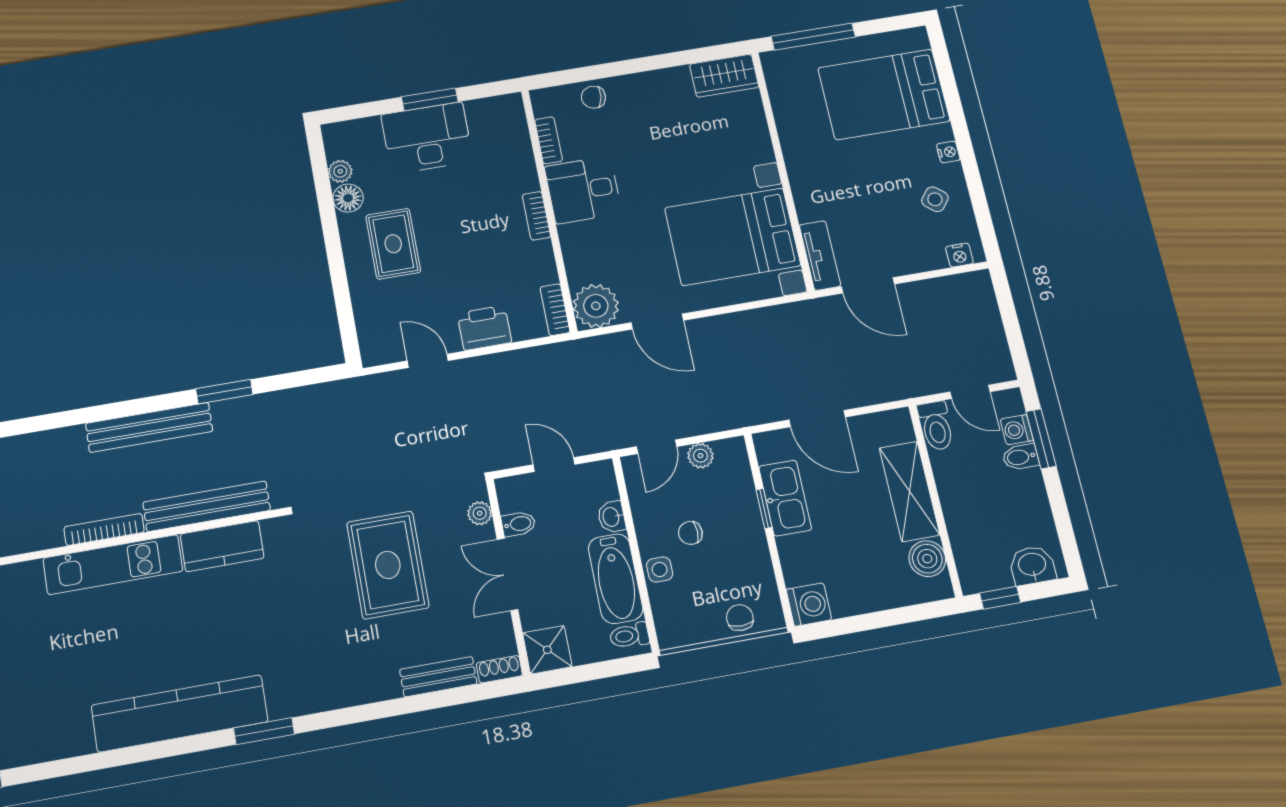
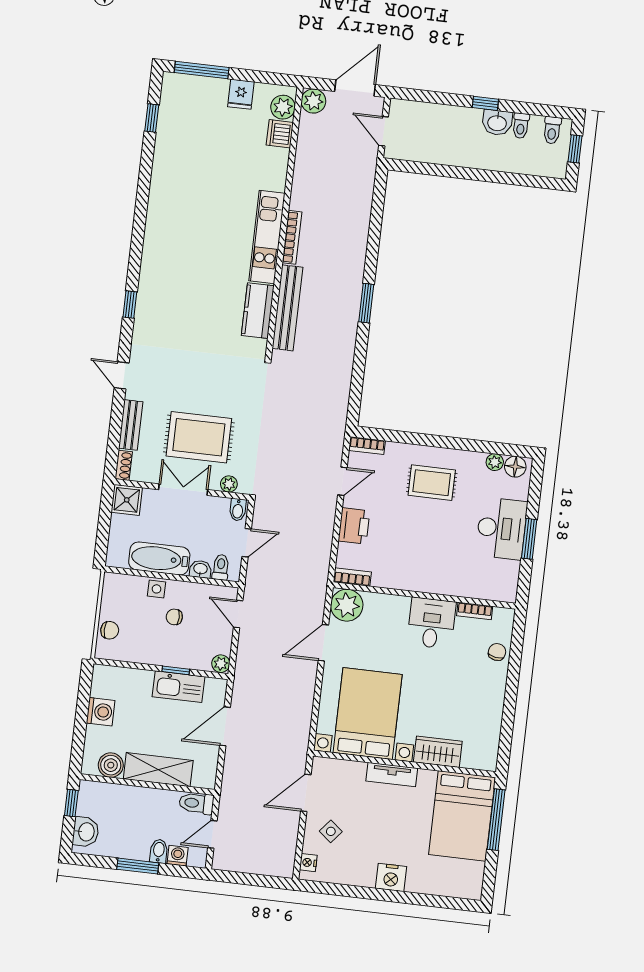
wardrobe: (724, 76) -> (438, 752), moved, turned 90
bed: (884, 94) -> (462, 816), moved, turned 180
nightstand: (948, 152) -> (391, 877), width x1.89, depth x1.79
floor lamp: (348, 198) -> (515, 467), moved
side table: (935, 199) -> (331, 831), moved
bookcase: (536, 216) -> (367, 446), moved, turned 180
tv unit: (820, 255) -> (392, 775), moved
window: (224, 392) -> (366, 303), moved
bench: (149, 427) -> (352, 285), removed
window: (1041, 439) -> (138, 866), moved
plant: (700, 456) -> (221, 664), moved
bidet: (518, 524) -> (238, 510), moved
chair: (690, 533) -> (174, 617), turned -90
rug: (388, 565) -> (199, 437), moved
washing machine: (809, 604) -> (101, 712), moved, turned -90
toilet: (629, 636) -> (221, 567), moved
door: (371, 712) -> (122, 375), added
kitchen counter: (180, 713) -> (157, 254), removed
window: (264, 731) -> (130, 304), width x0.67

